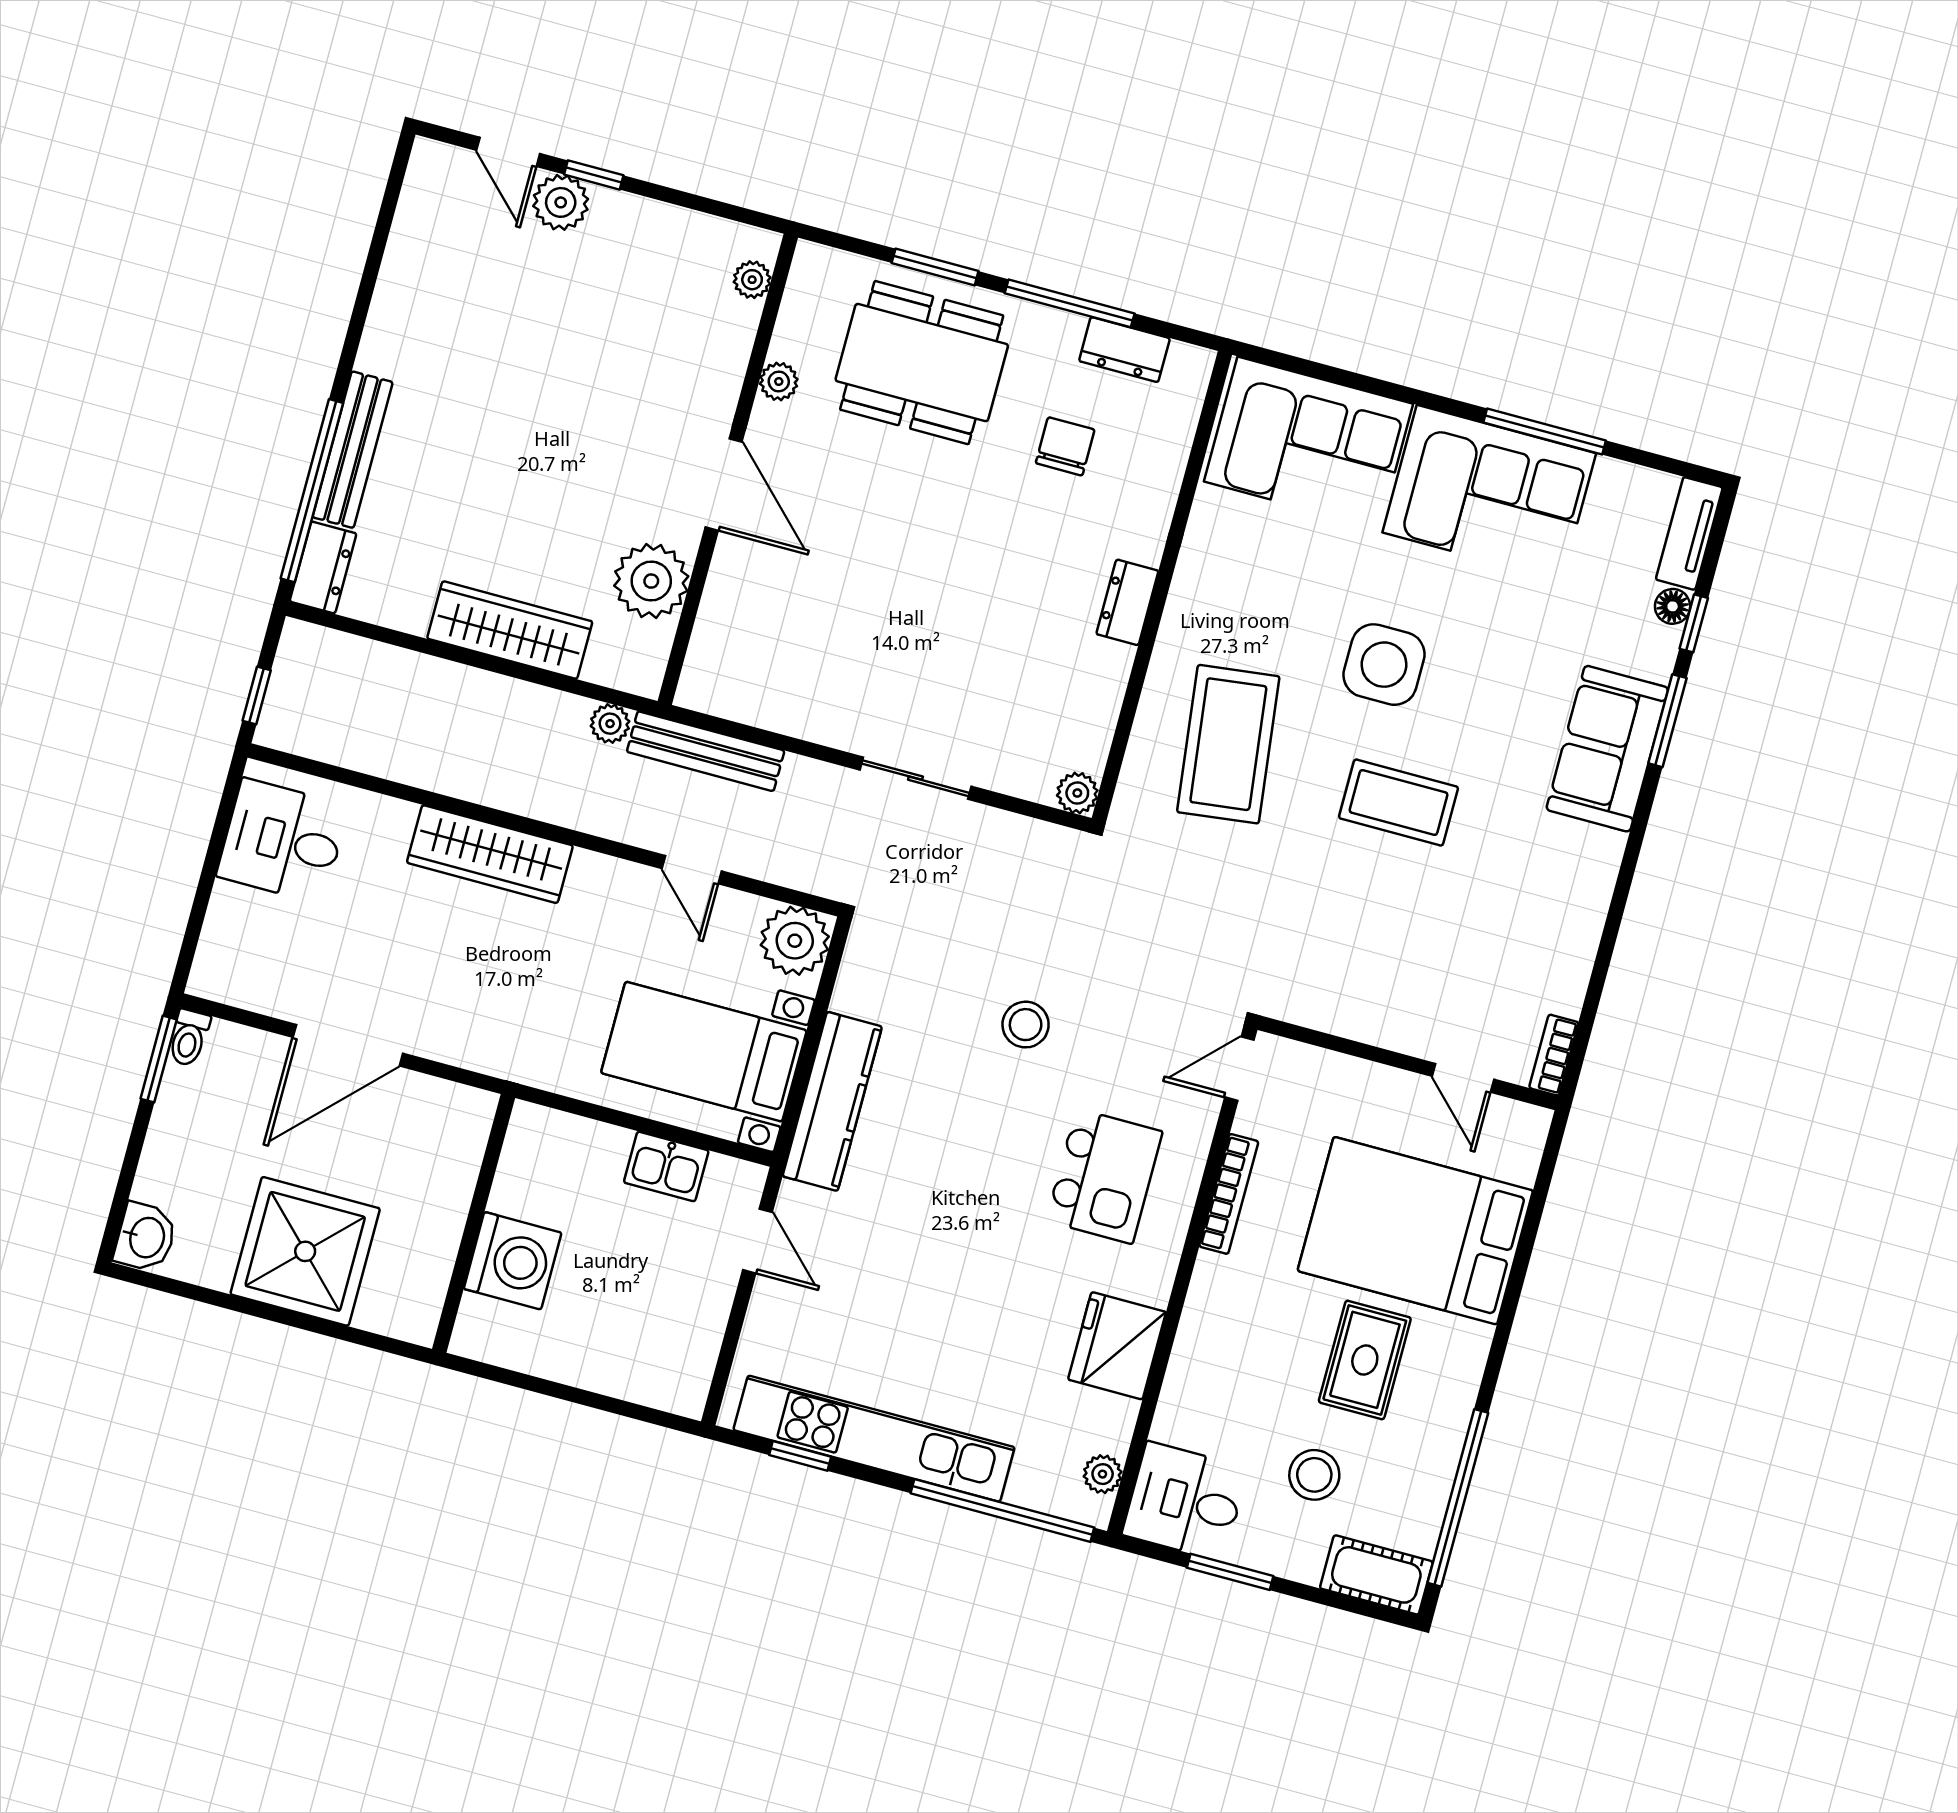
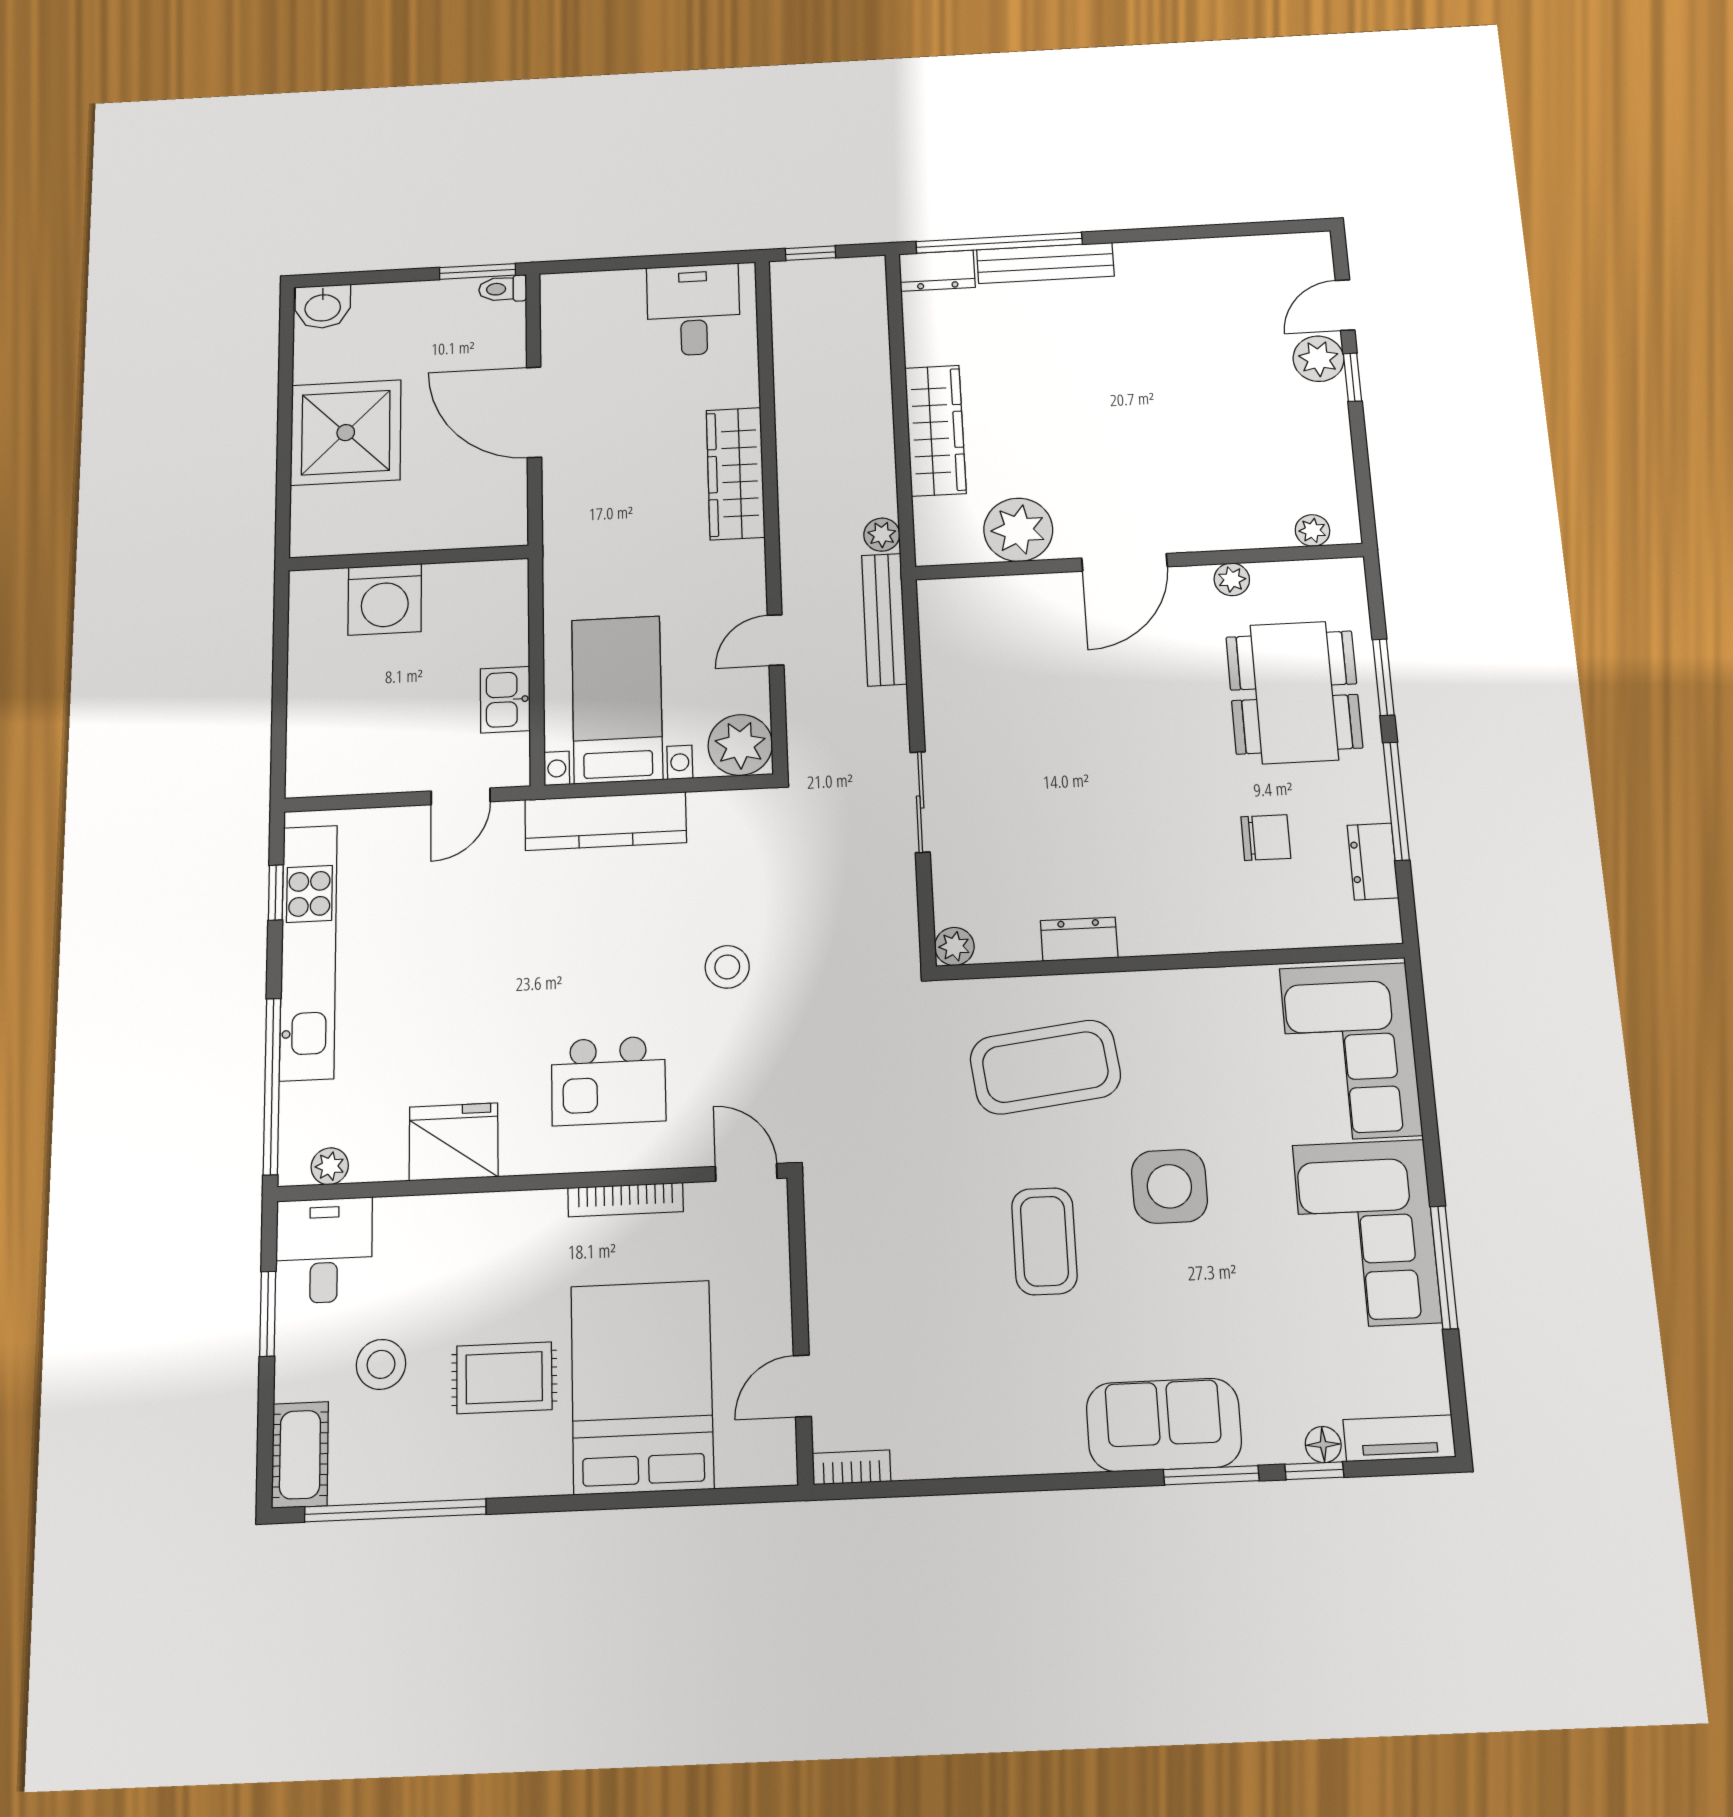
dresser: (1127, 602) -> (1079, 939), moved

